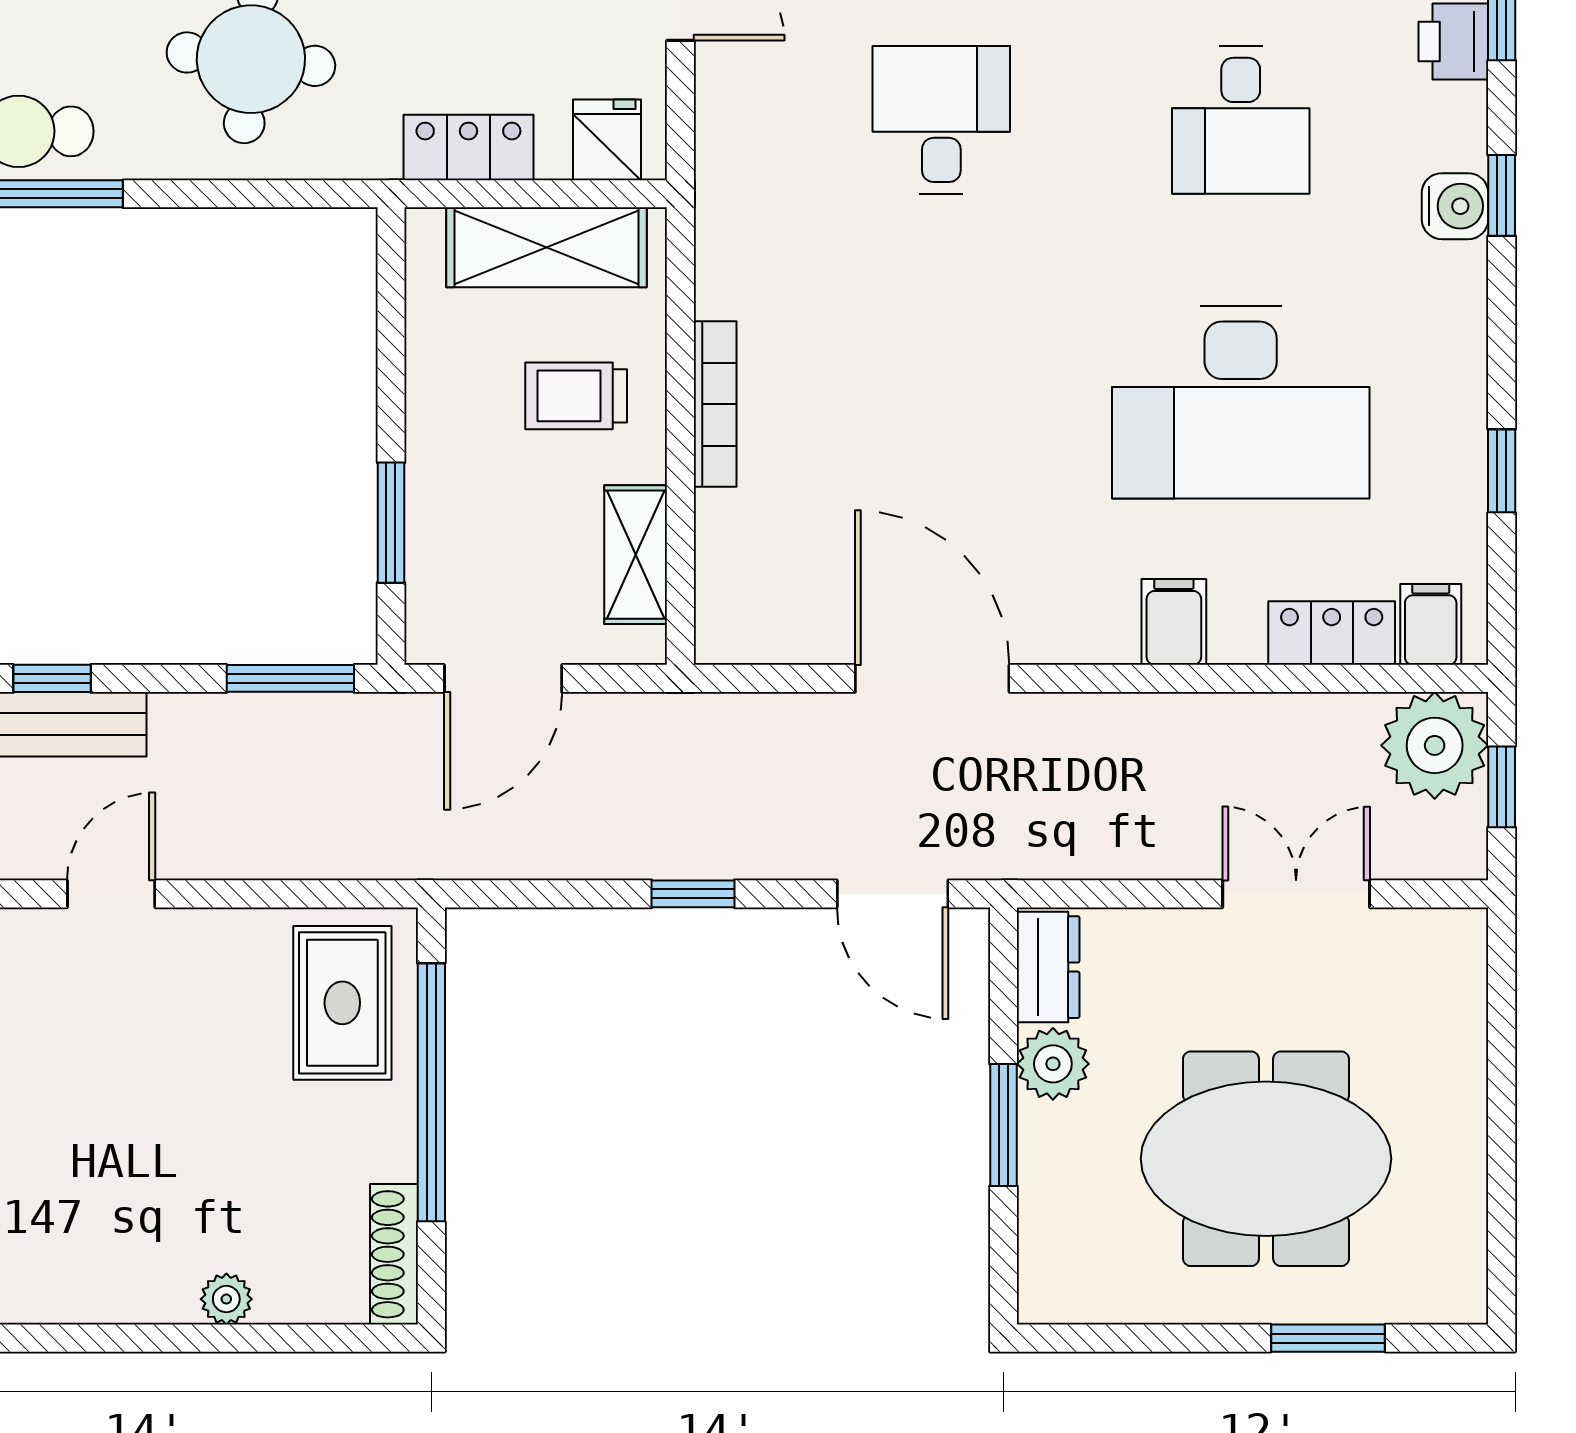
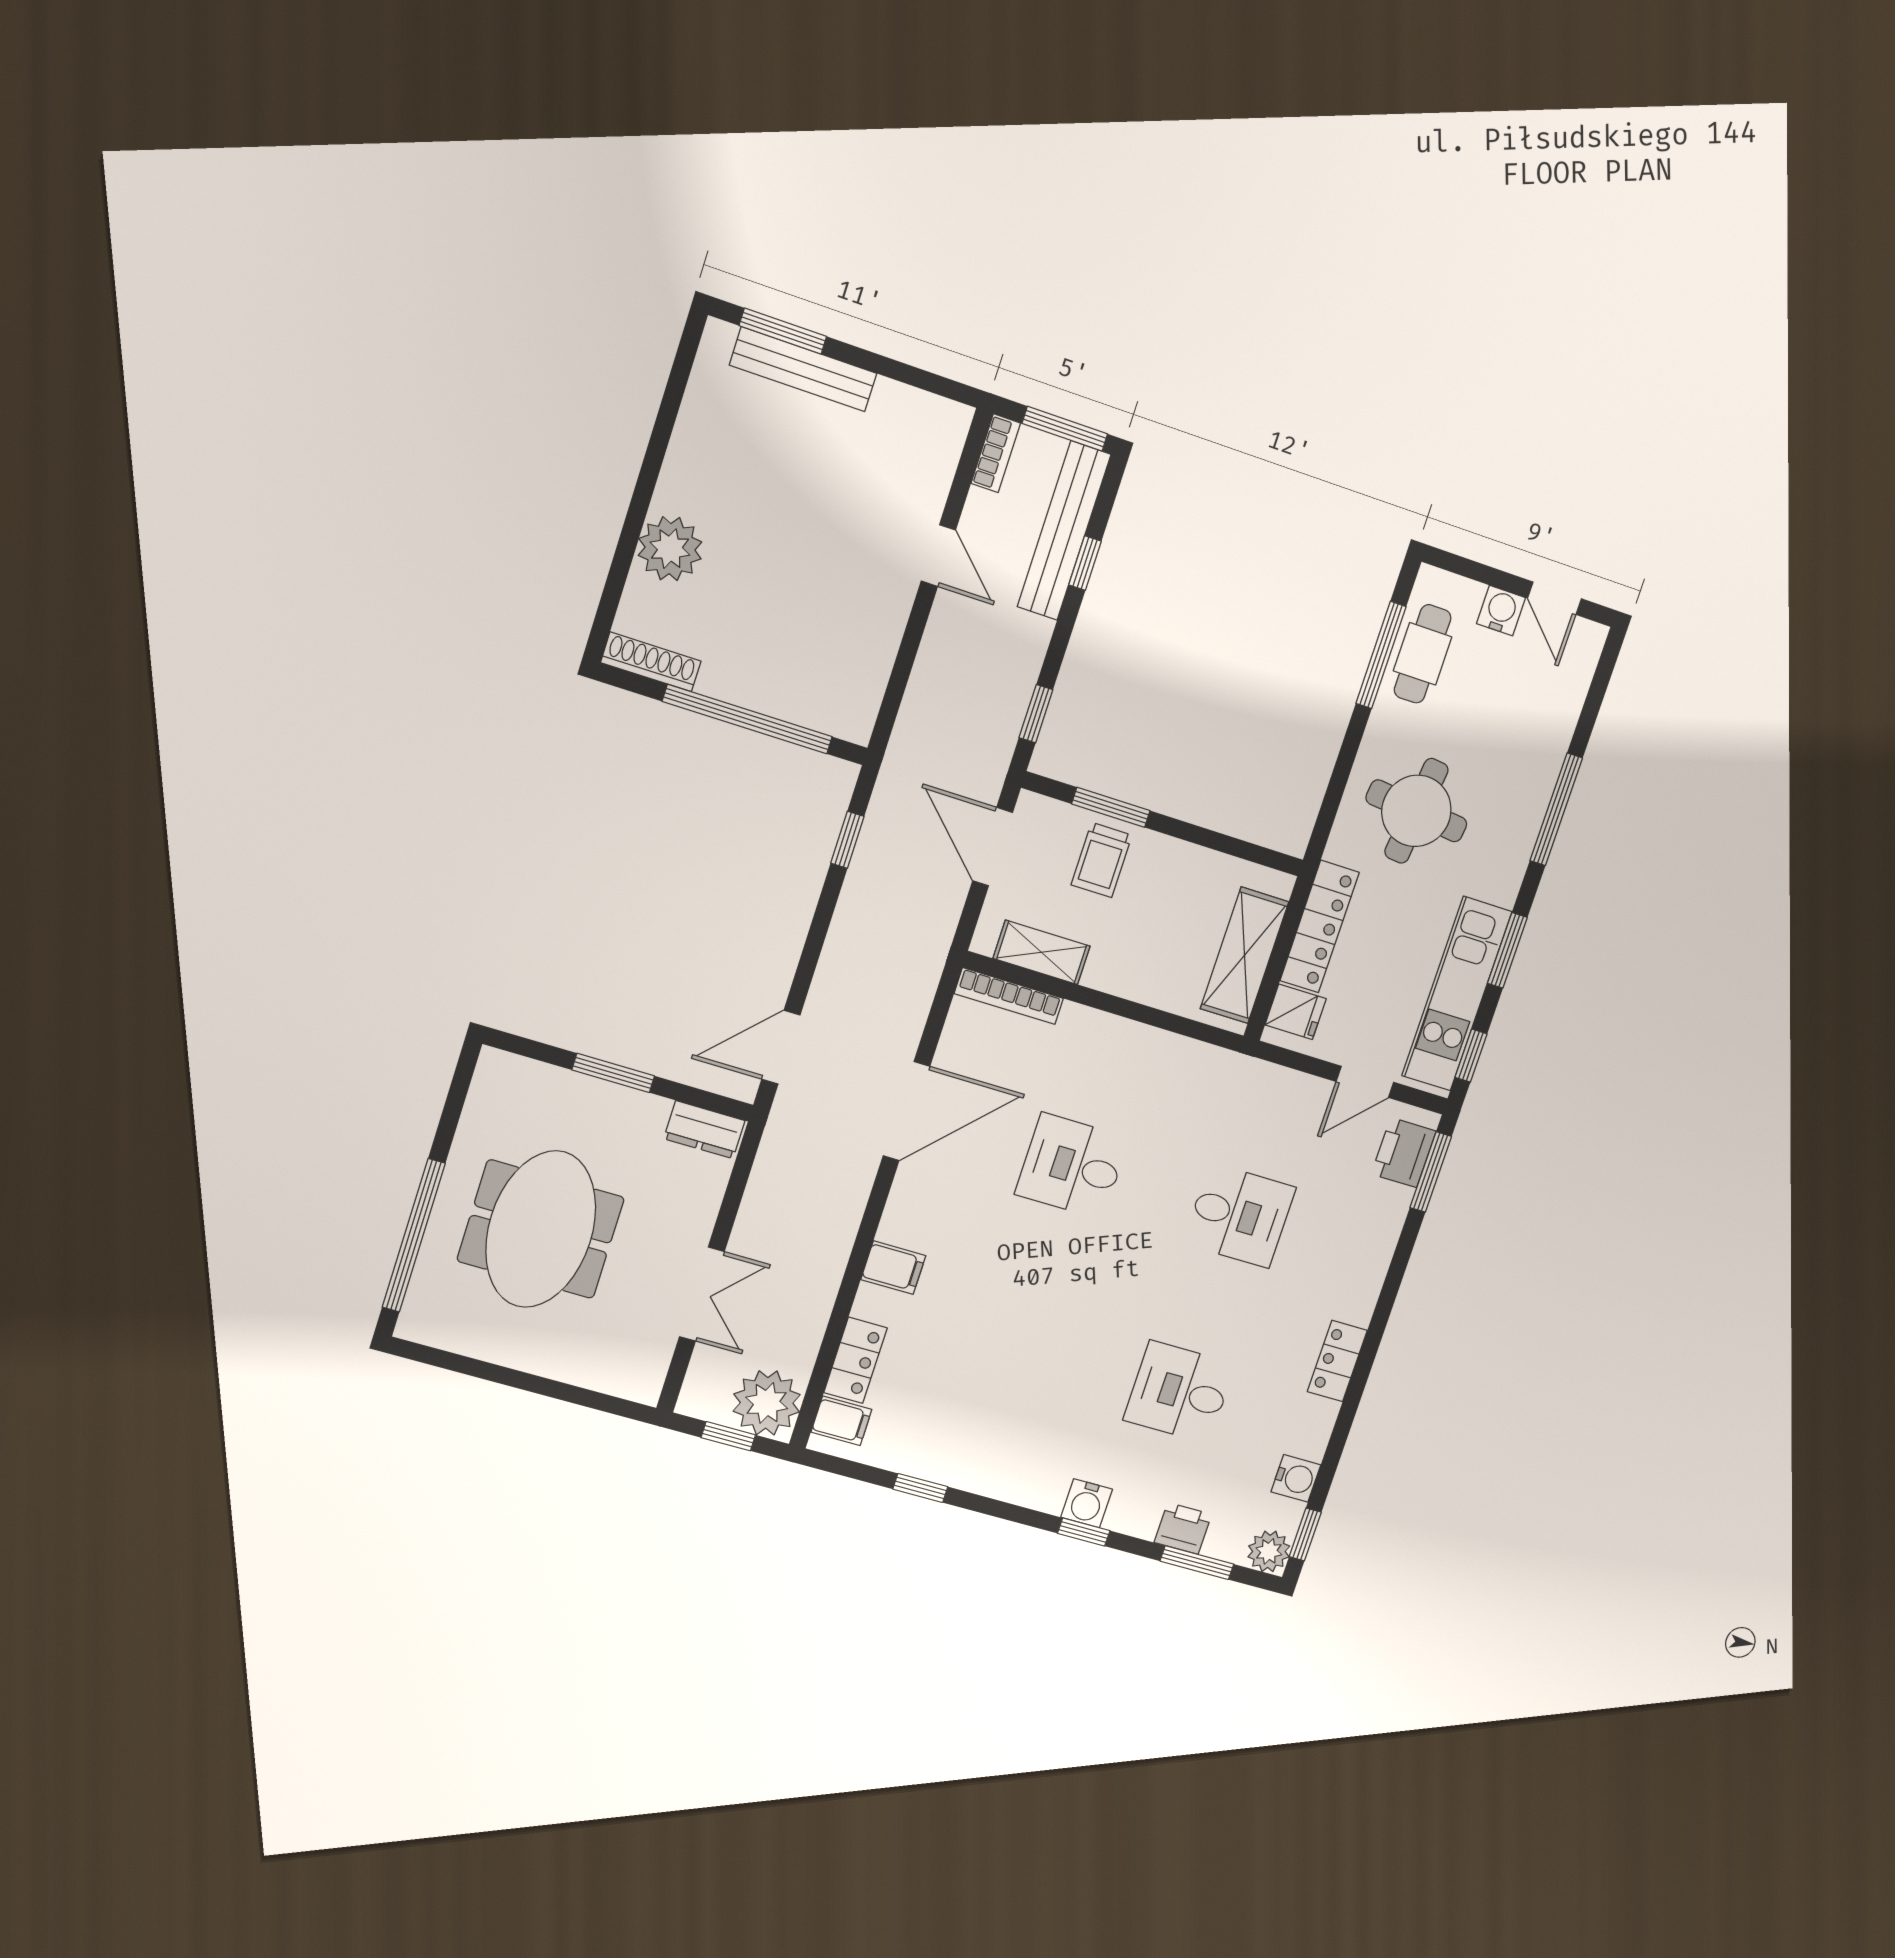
locker: (468, 147) -> (1320, 927), width x1.53
trolley: (576, 396) -> (1102, 860), moved, turned 180
desk: (1241, 402) -> (1072, 1166), moved, width x0.53, depth x0.77
bookcase: (715, 404) -> (1009, 996), moved
window: (290, 678) -> (1036, 714), width x0.67
window: (693, 894) -> (847, 840), moved
rug: (342, 1003) -> (822, 681), removed
plant: (1053, 1064) -> (642, 1115), removed
plant: (226, 1299) -> (670, 549), width x1.88, depth x1.88
window: (1328, 1338) -> (414, 1235), width x2.11

